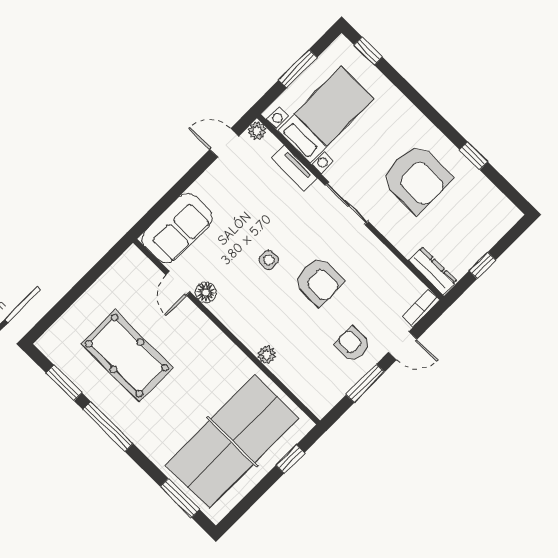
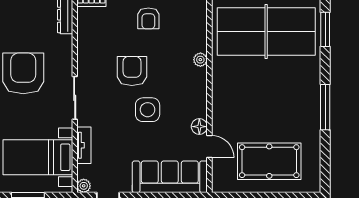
sofa: (177, 228) -> (170, 177), width x1.36
side table: (269, 260) -> (148, 110), width x1.87, depth x1.87
door: (178, 283) -> (209, 146), hinge flipped
pool table: (127, 356) -> (269, 161), moved, turned 90
window: (64, 383) -> (325, 155), removed

